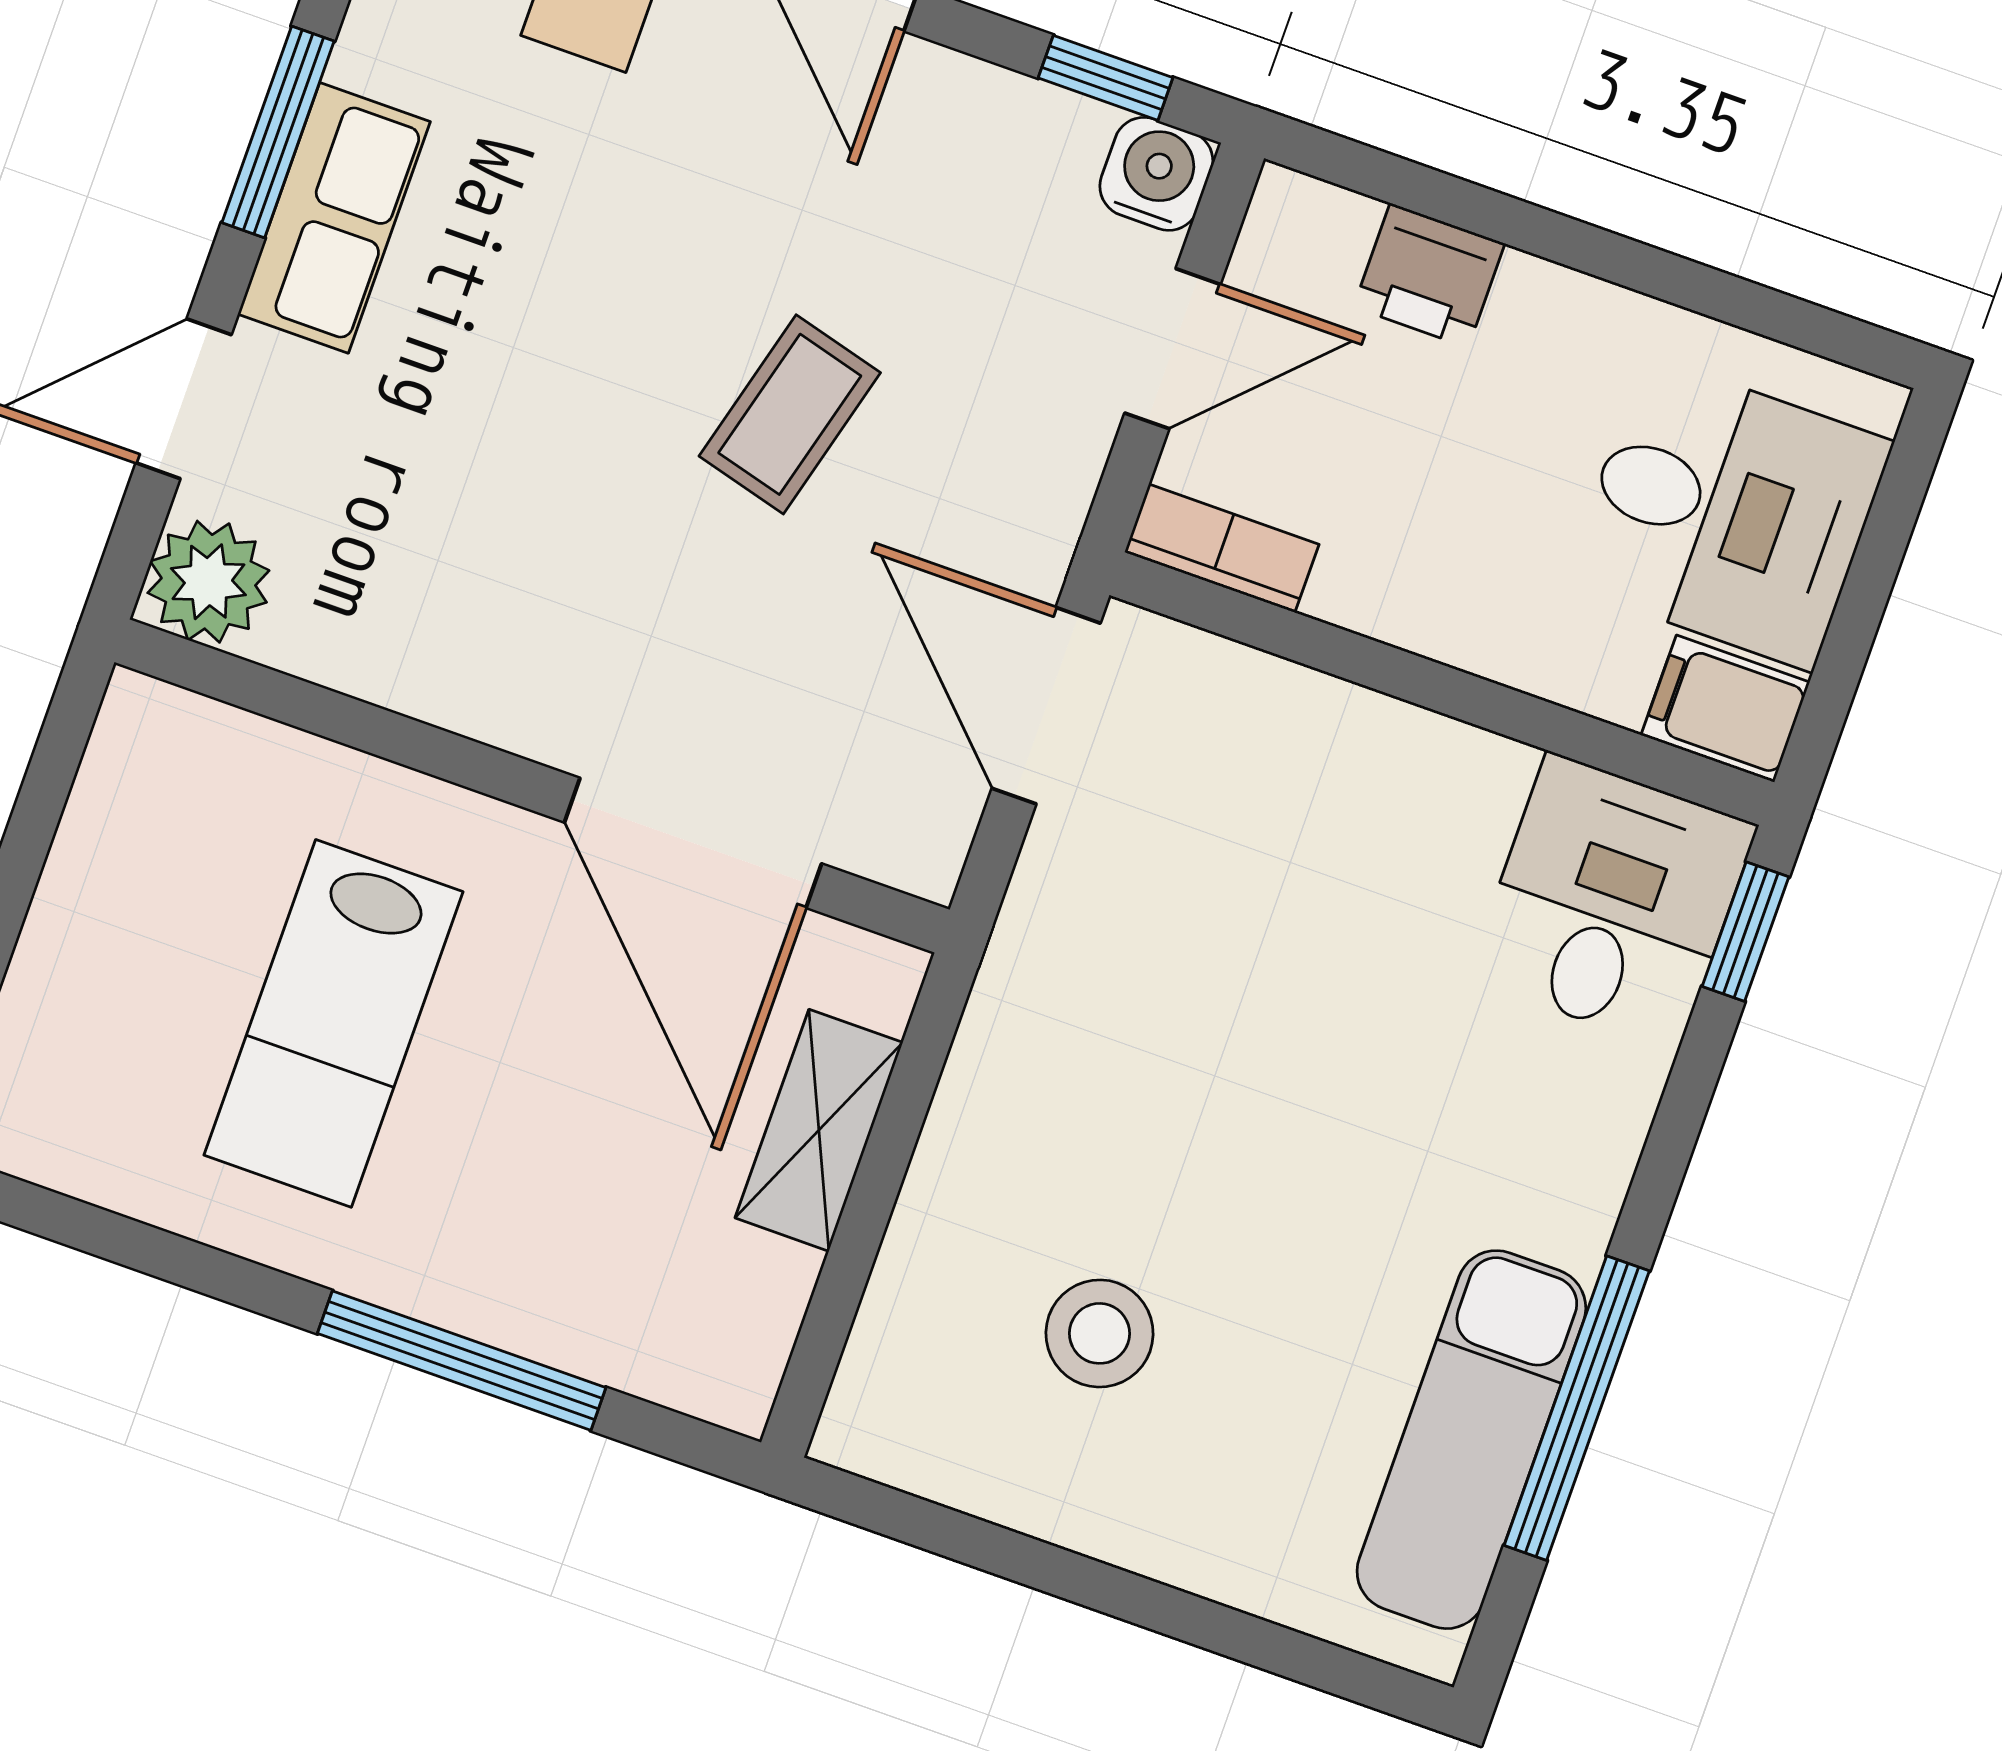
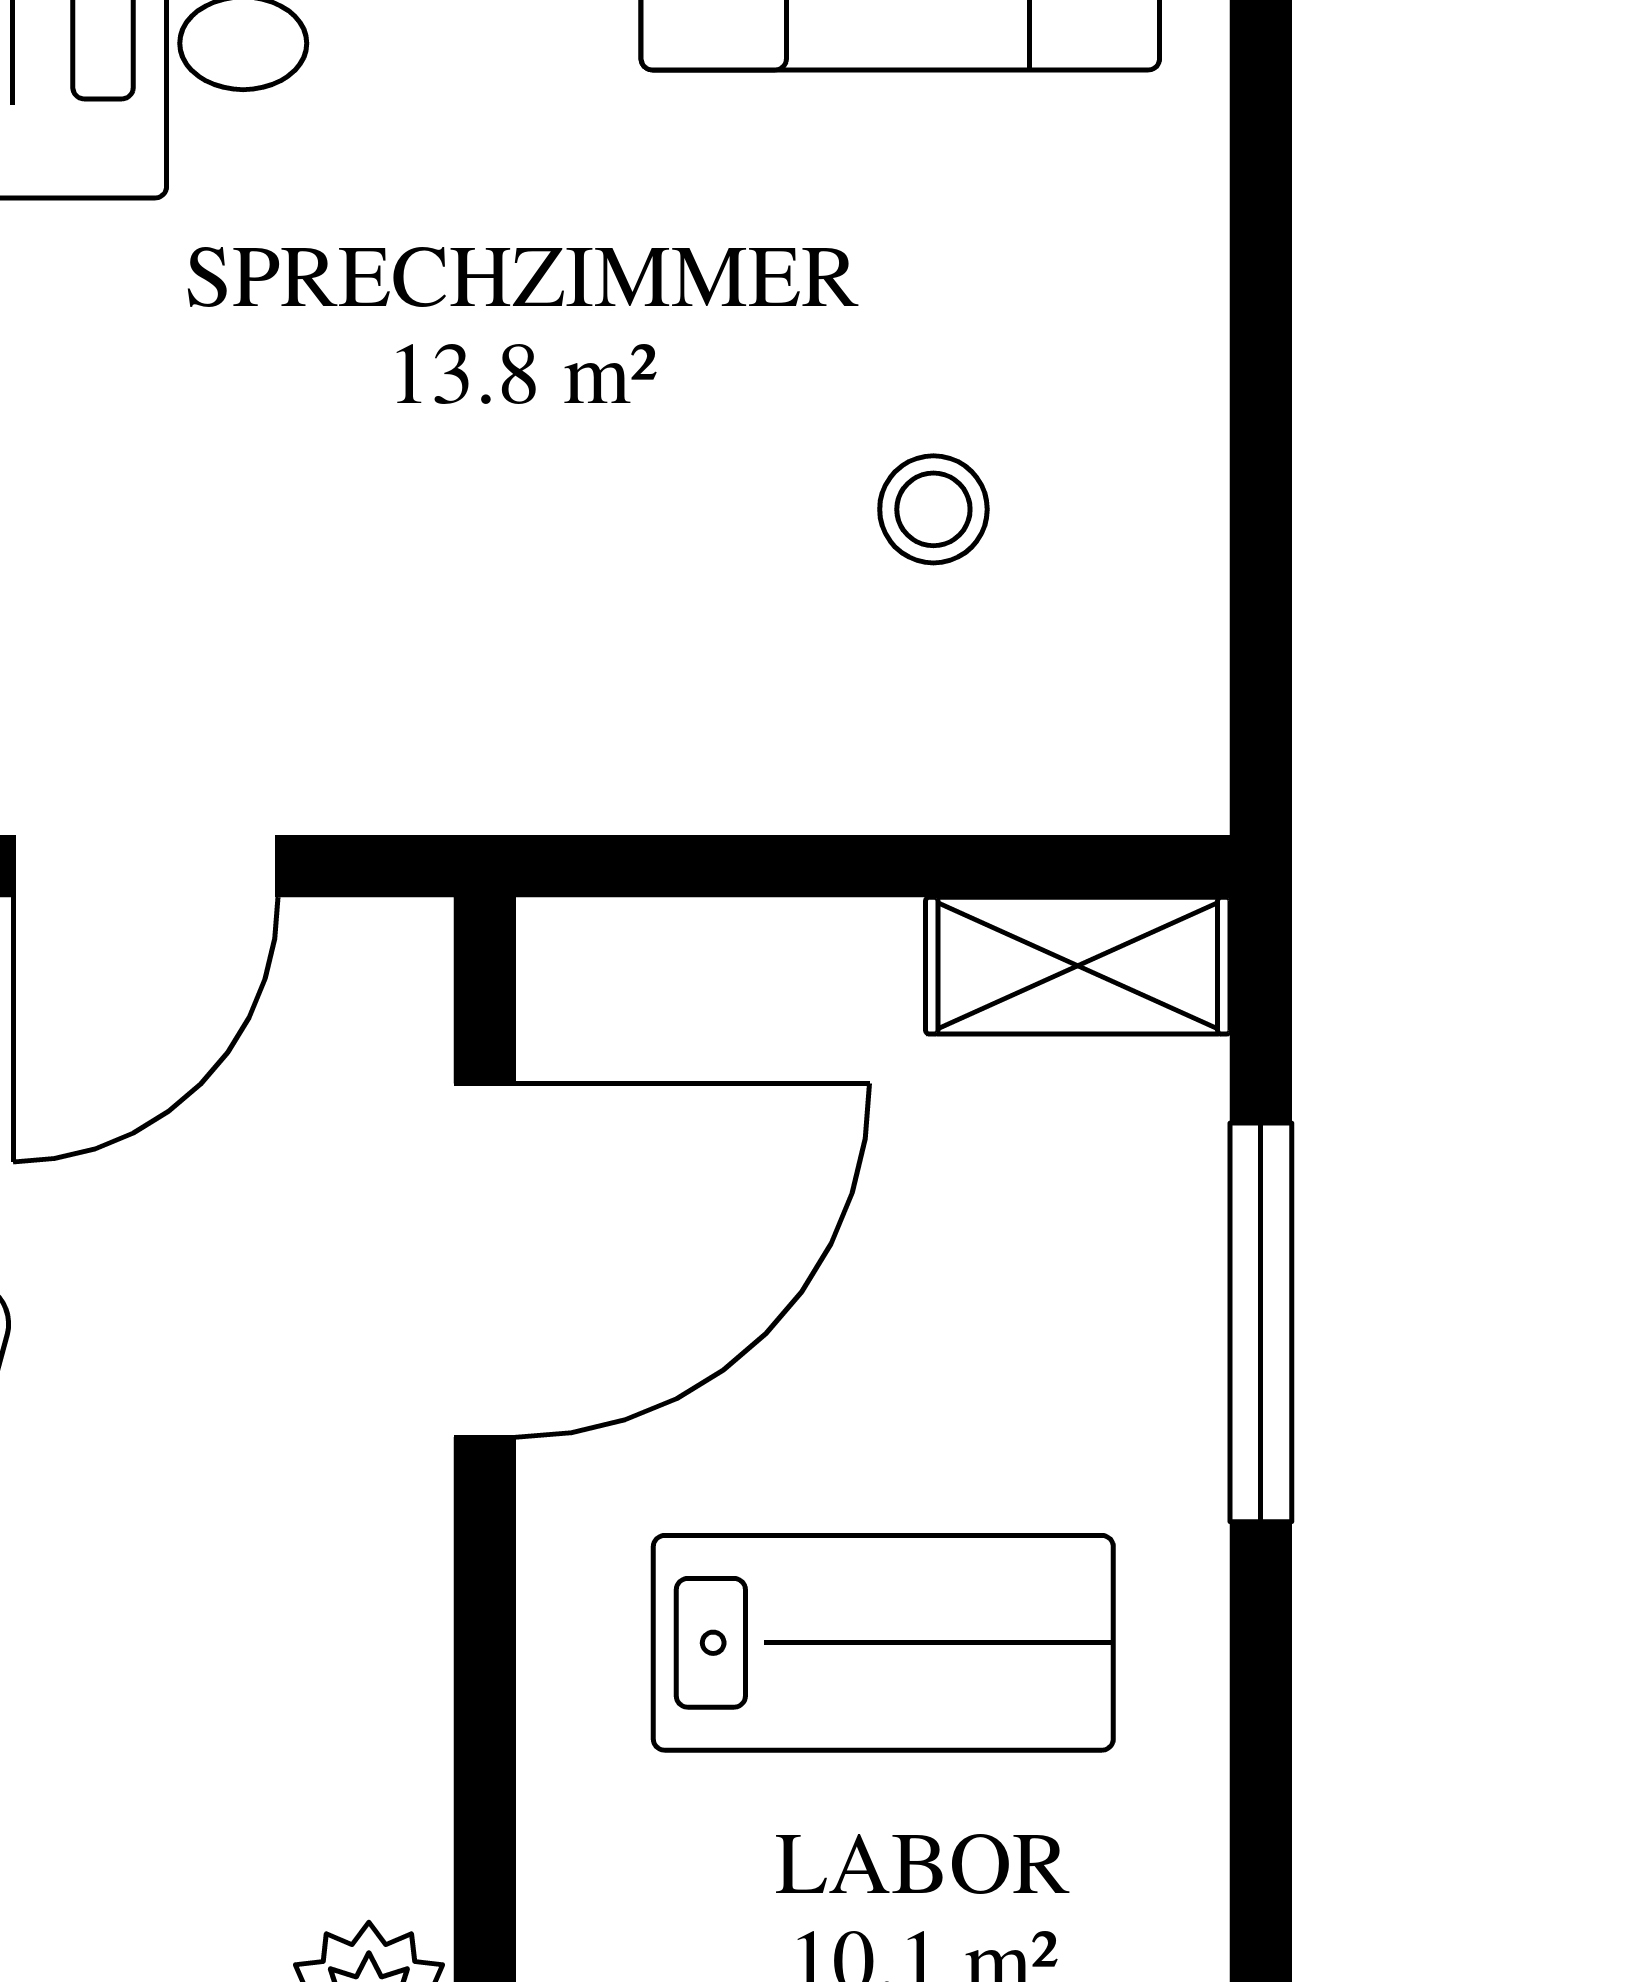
shelving: (819, 1130) -> (1078, 966), moved
stool: (1099, 1333) -> (933, 509), width x0.73, depth x0.73

